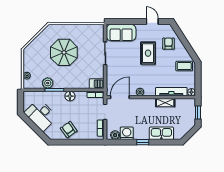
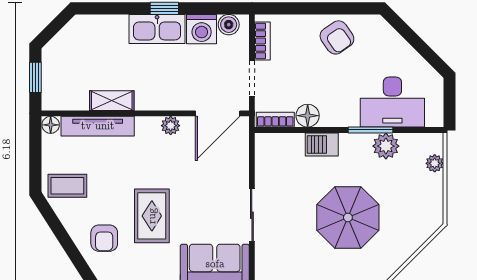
barbecue: (96, 84) -> (322, 145), moved
floor lamp: (70, 96) -> (308, 116), moved
desk: (41, 115) -> (392, 102), moved, turned 135
kitchen sink: (161, 133) -> (157, 29), moved

